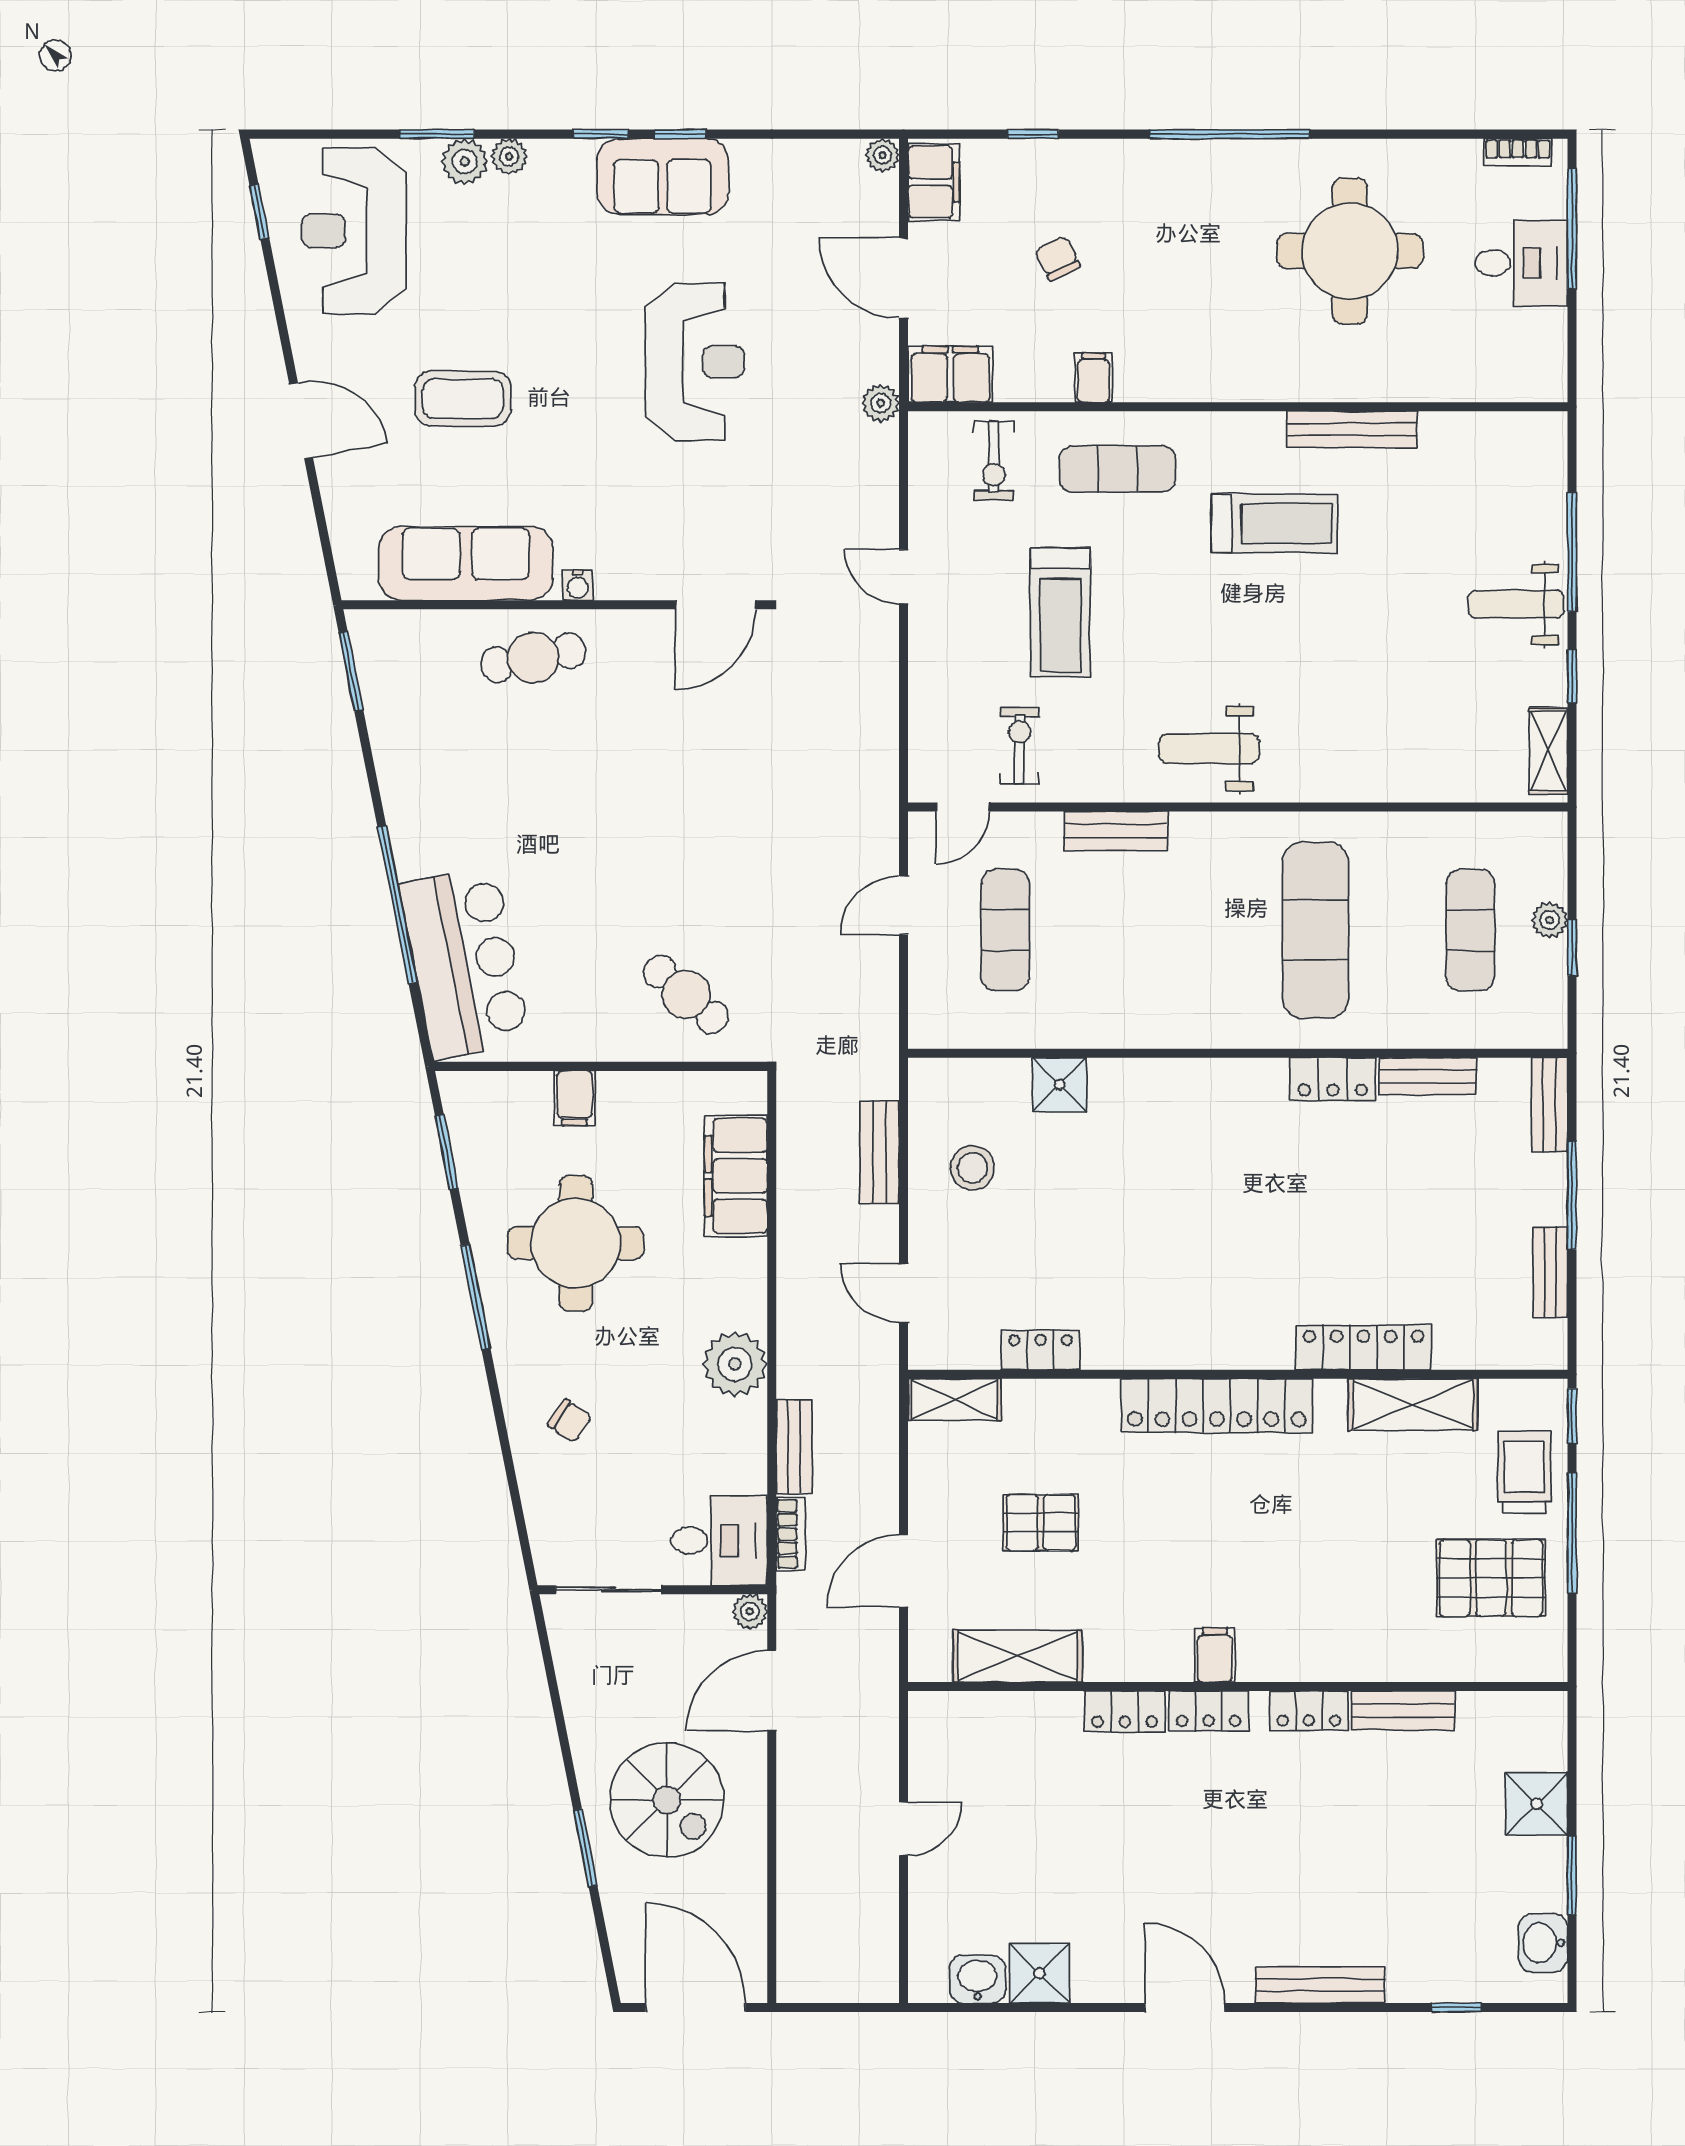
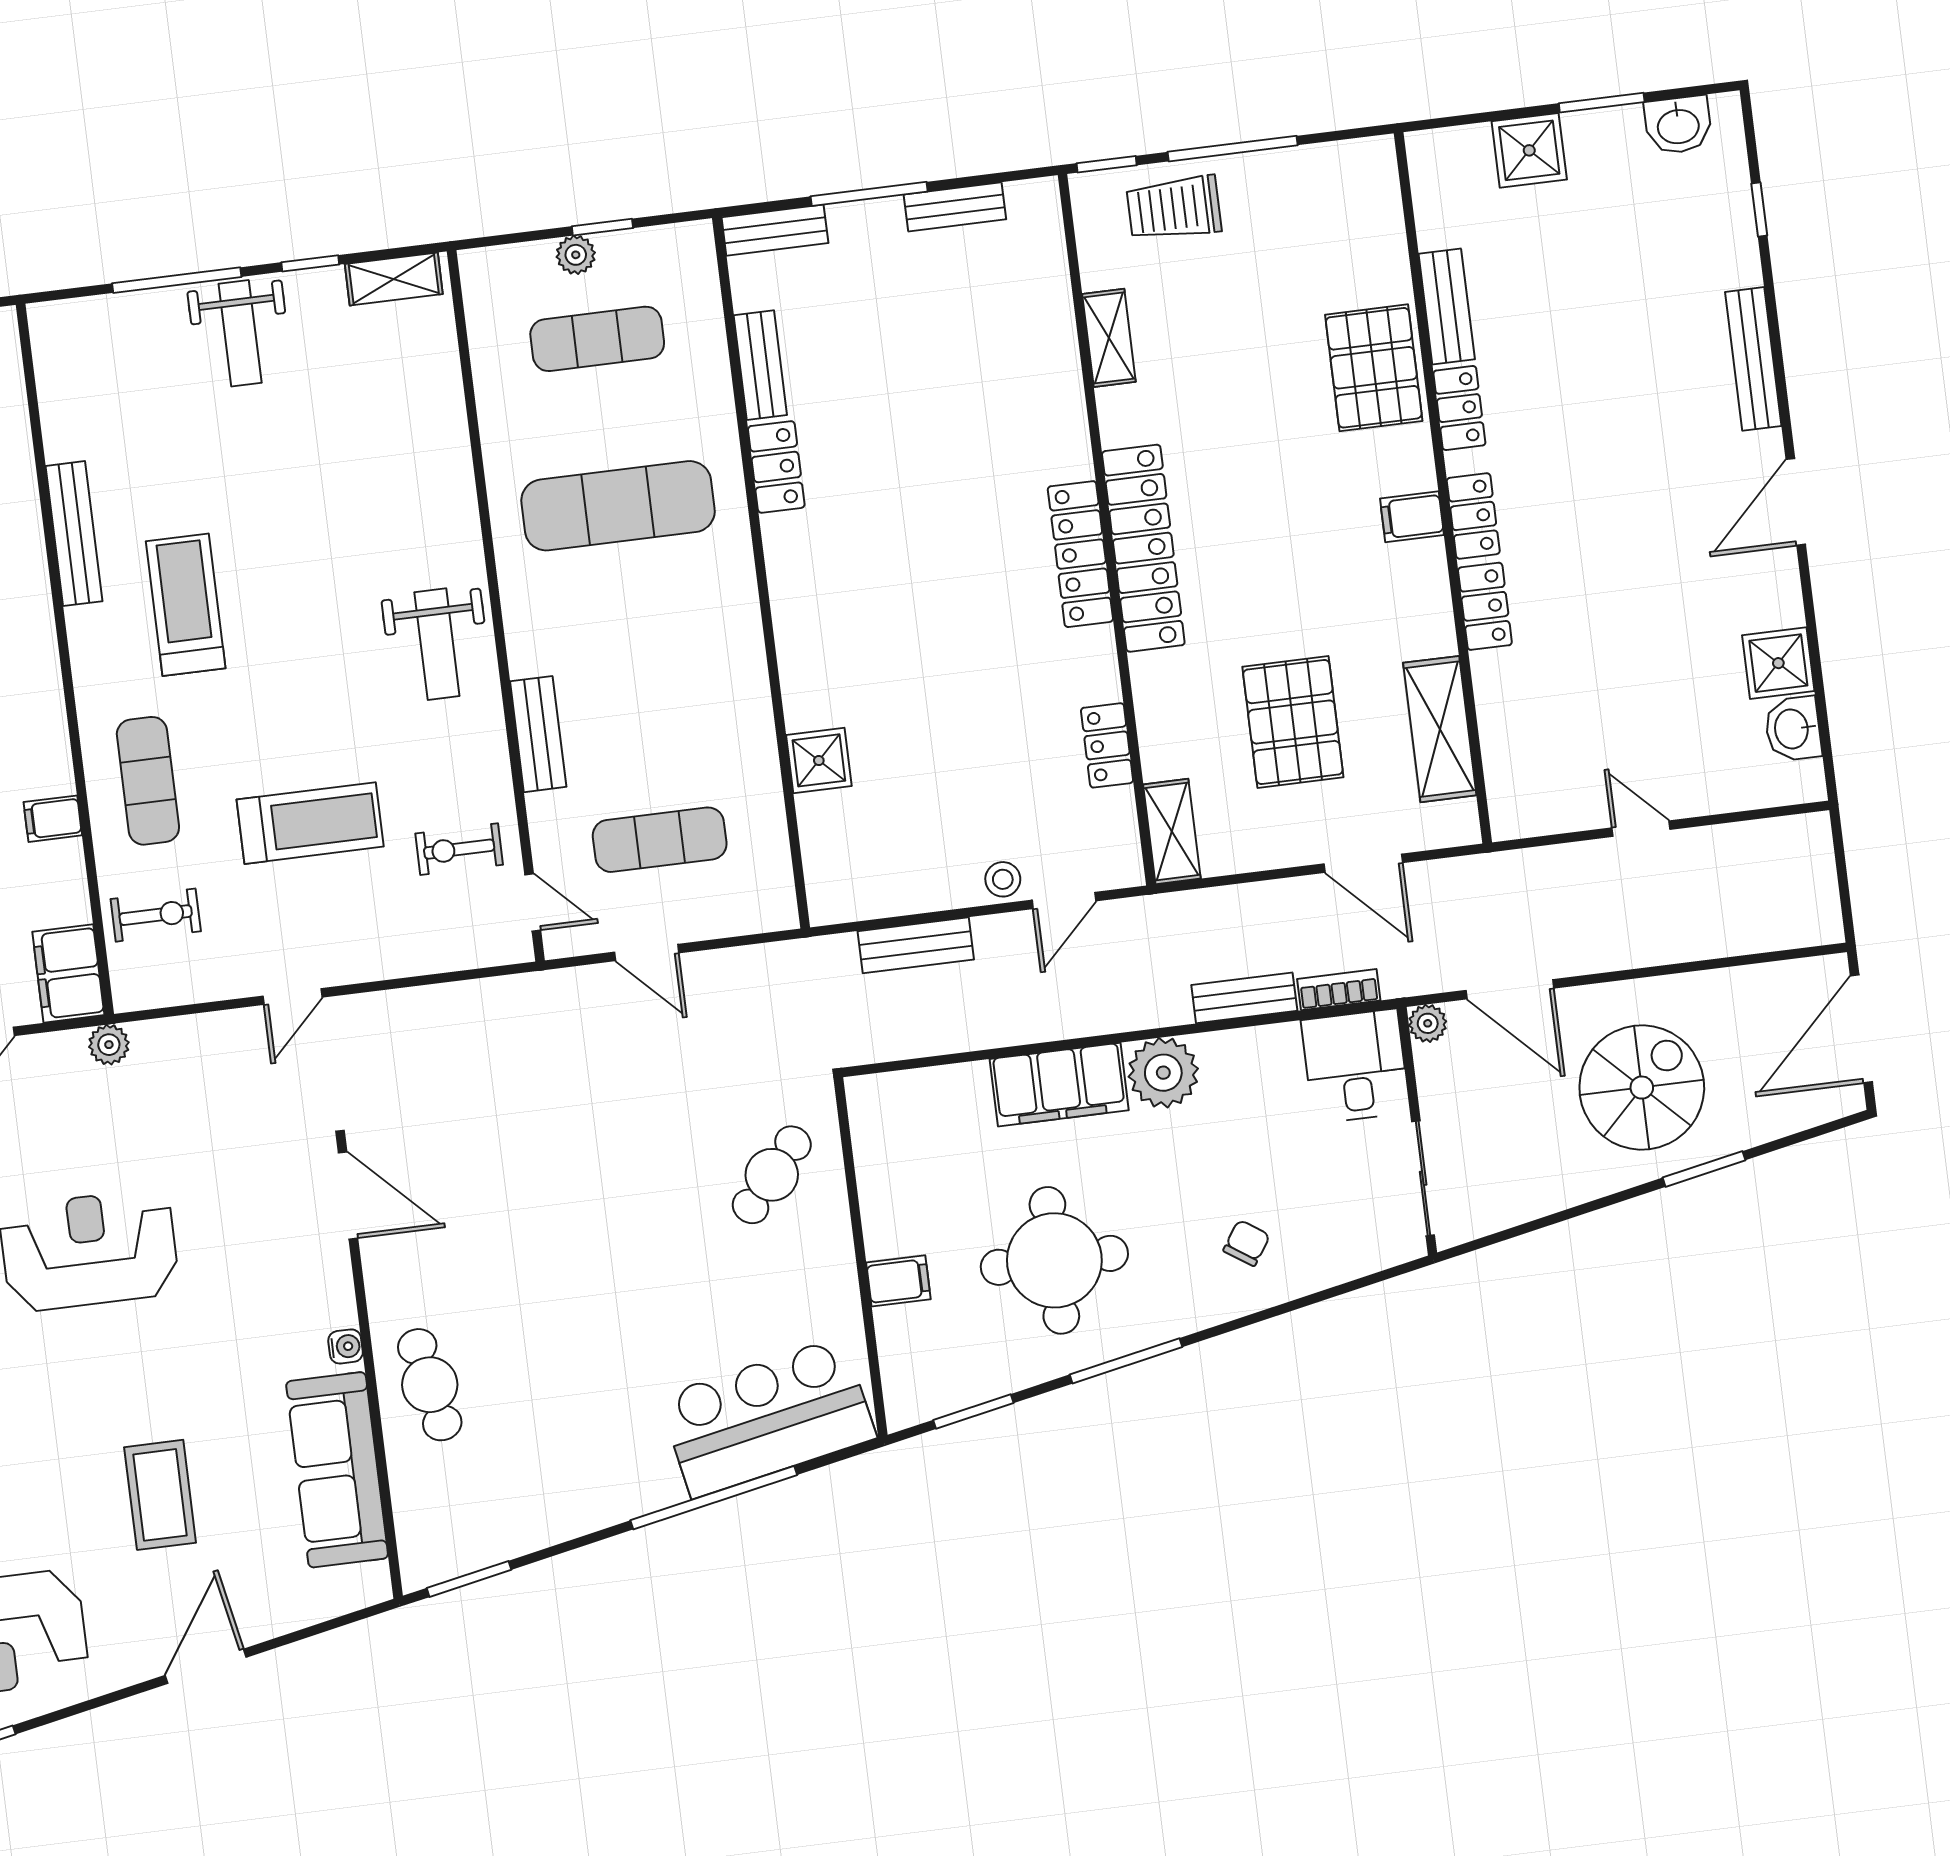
stool: (972, 1168) -> (1003, 879), moved, width x0.73, depth x0.73
filing cabinet: (736, 1176) -> (1059, 1085), moved
locker: (1364, 1347) -> (1080, 554), moved
shelving: (1413, 1405) -> (1109, 338), width x0.67, depth x0.75
pallet: (1041, 1523) -> (1293, 722), width x1.50, depth x1.42
pallet: (1491, 1578) -> (1374, 368), moved

